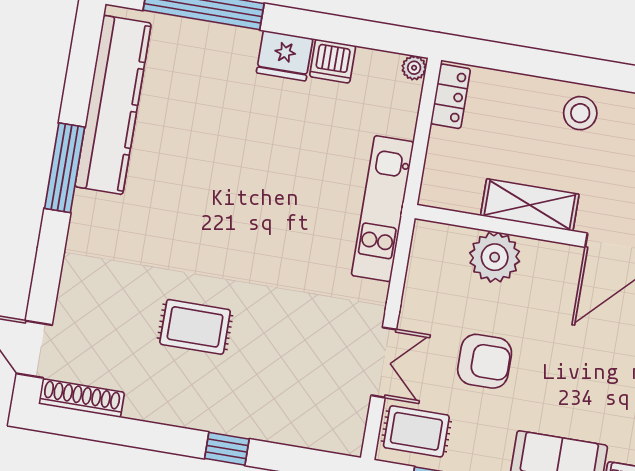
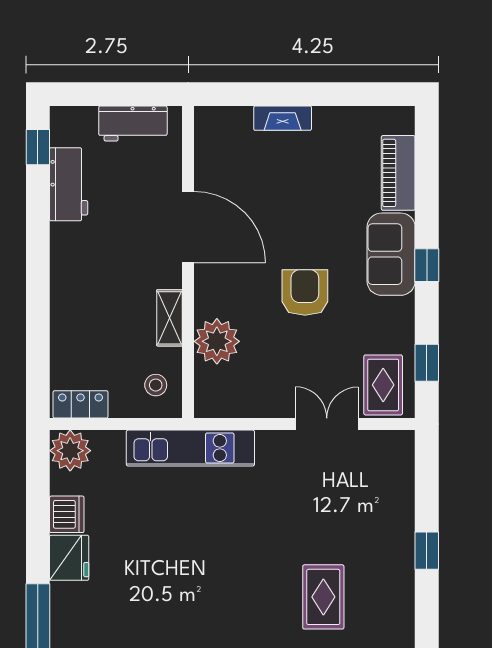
plant: (414, 68) -> (70, 451), width x1.88, depth x1.88
stool: (580, 113) -> (156, 385), moved, width x0.73, depth x0.73
shelving: (530, 205) -> (170, 318), width x0.67, depth x0.75
armchair: (485, 361) -> (305, 293), moved

